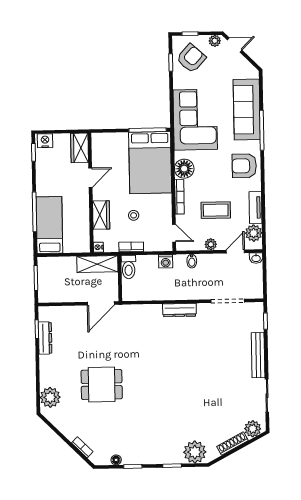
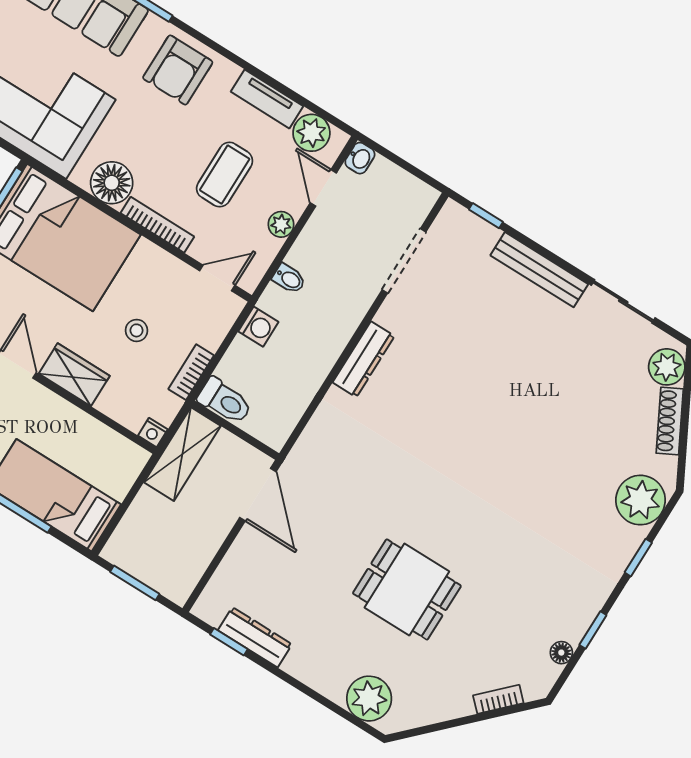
wardrobe: (101, 215) -> (74, 375), moved
dining table: (102, 385) -> (407, 589), turned 90

